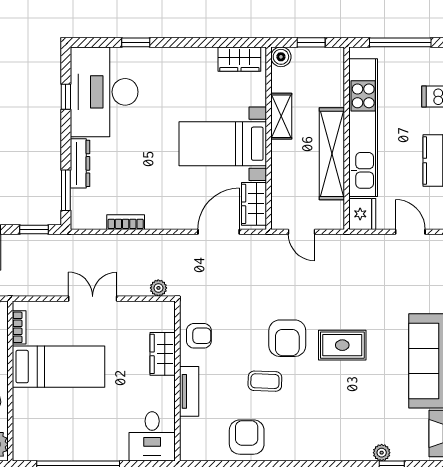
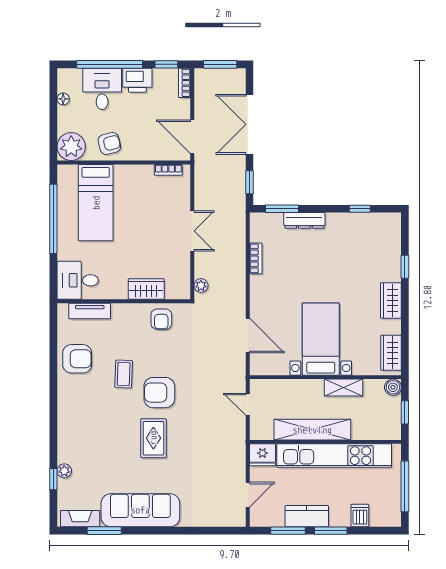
desk: (104, 92) -> (364, 240), removed
wardrobe: (254, 204) -> (391, 300), moved, turned -90
door: (302, 232) -> (248, 404), hinge flipped
bed: (59, 367) -> (96, 203), moved
tv unit: (189, 391) -> (90, 311), moved

